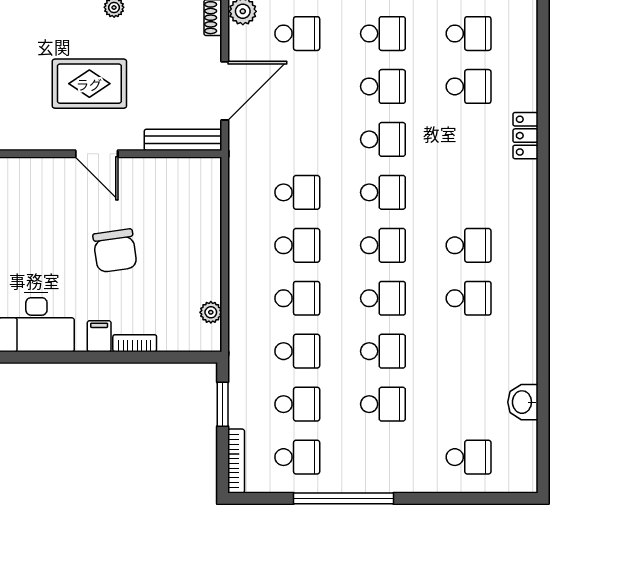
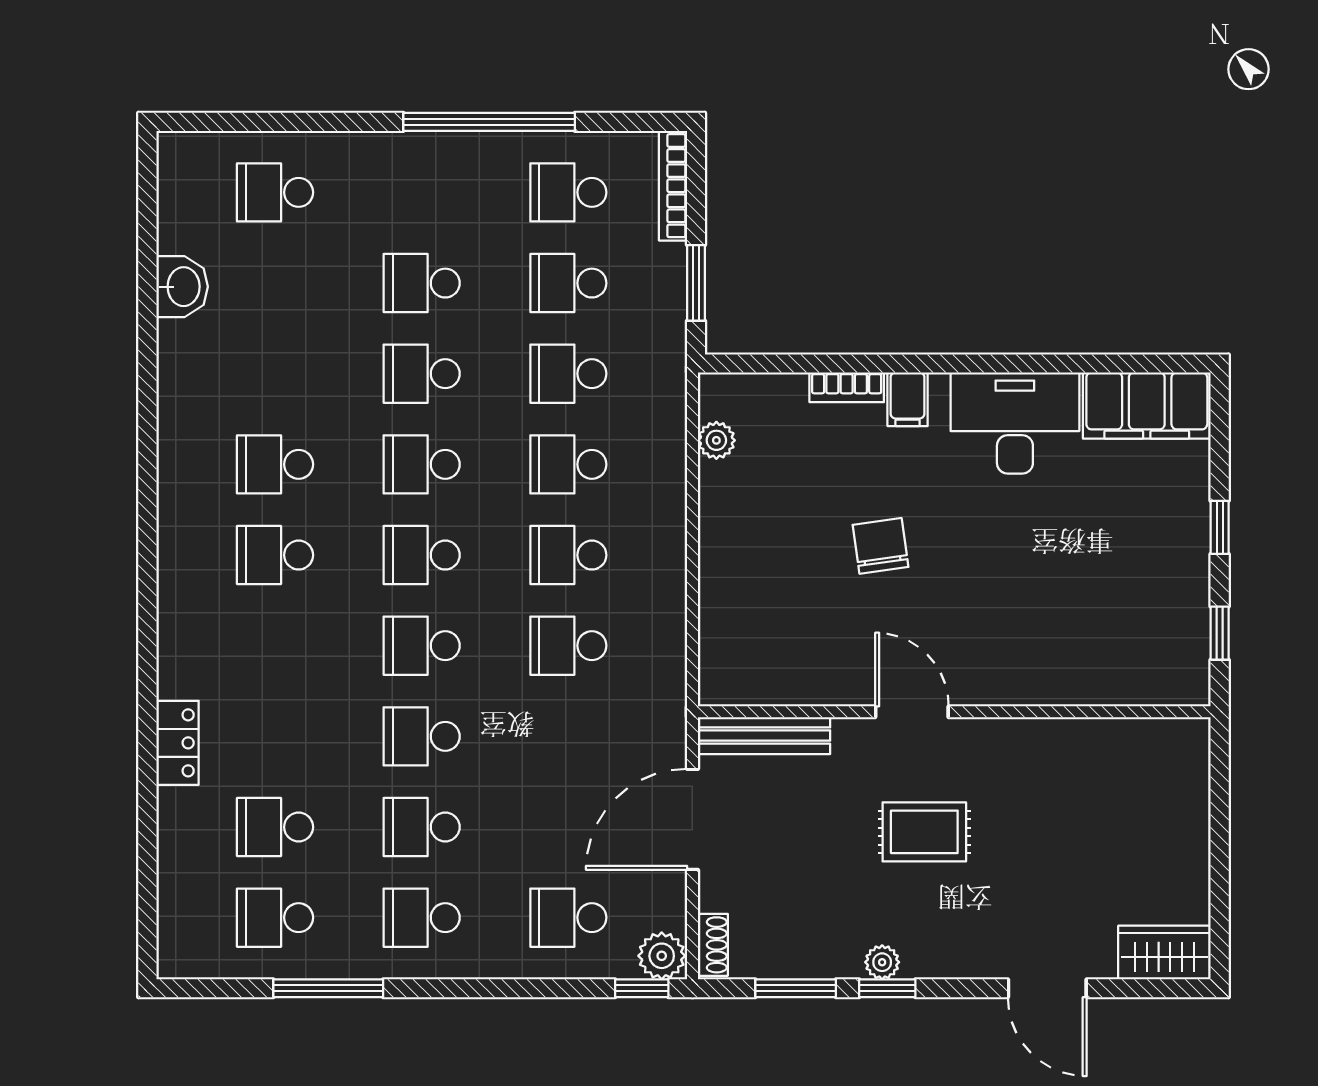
rug: (89, 84) -> (924, 832), width x0.73, depth x0.70
chair: (115, 251) -> (881, 546), width x0.73, depth x0.73

